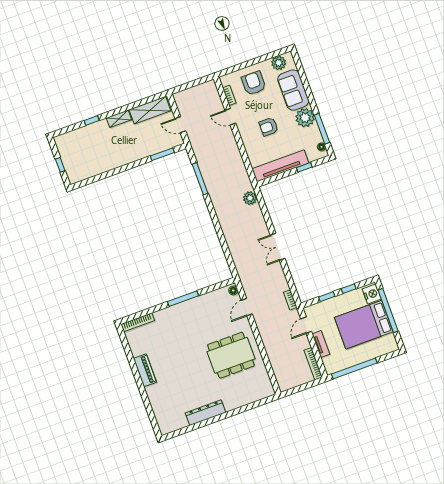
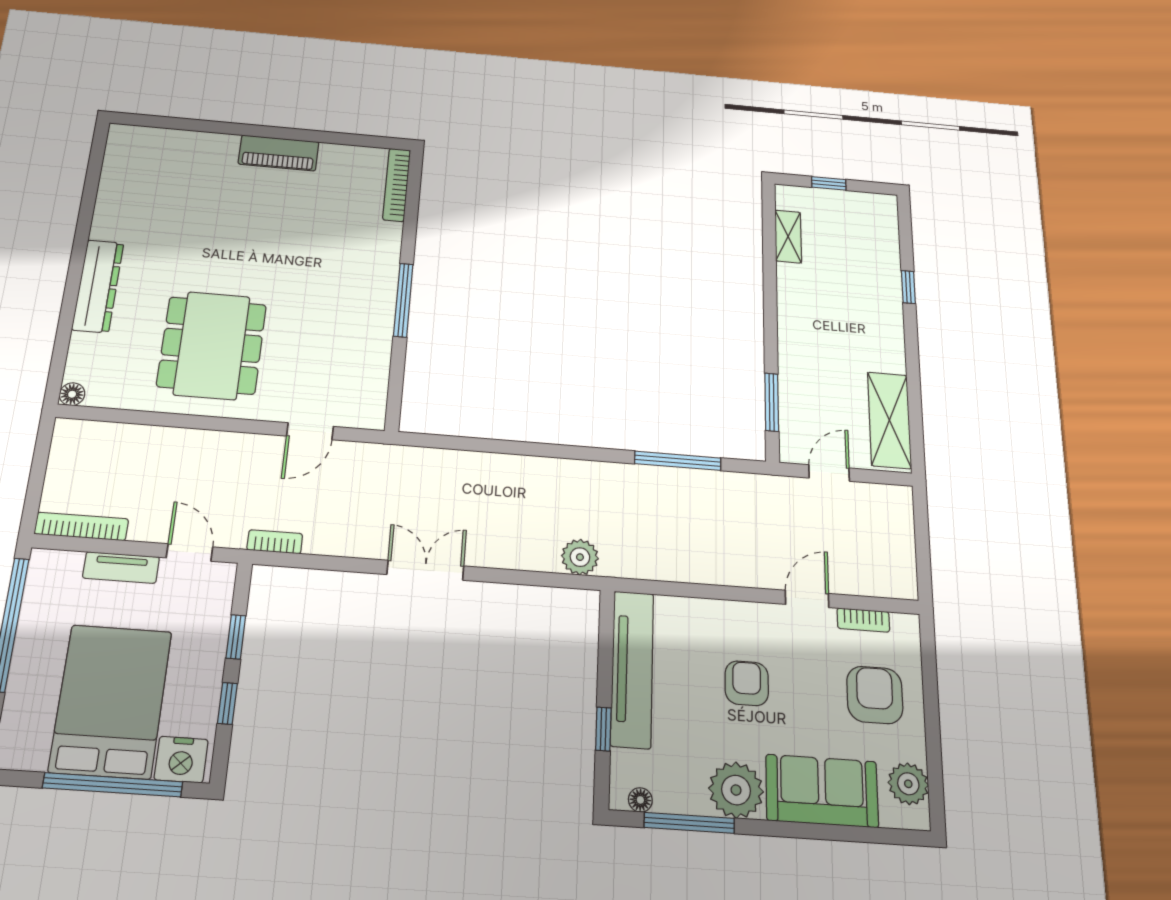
armchair: (254, 83) -> (875, 695), turned -90
shelving: (119, 119) -> (788, 236), moved
floor lamp: (233, 290) -> (72, 394), moved
door: (247, 307) -> (310, 431), swing flipped
dresser: (205, 413) -> (98, 286), moved

